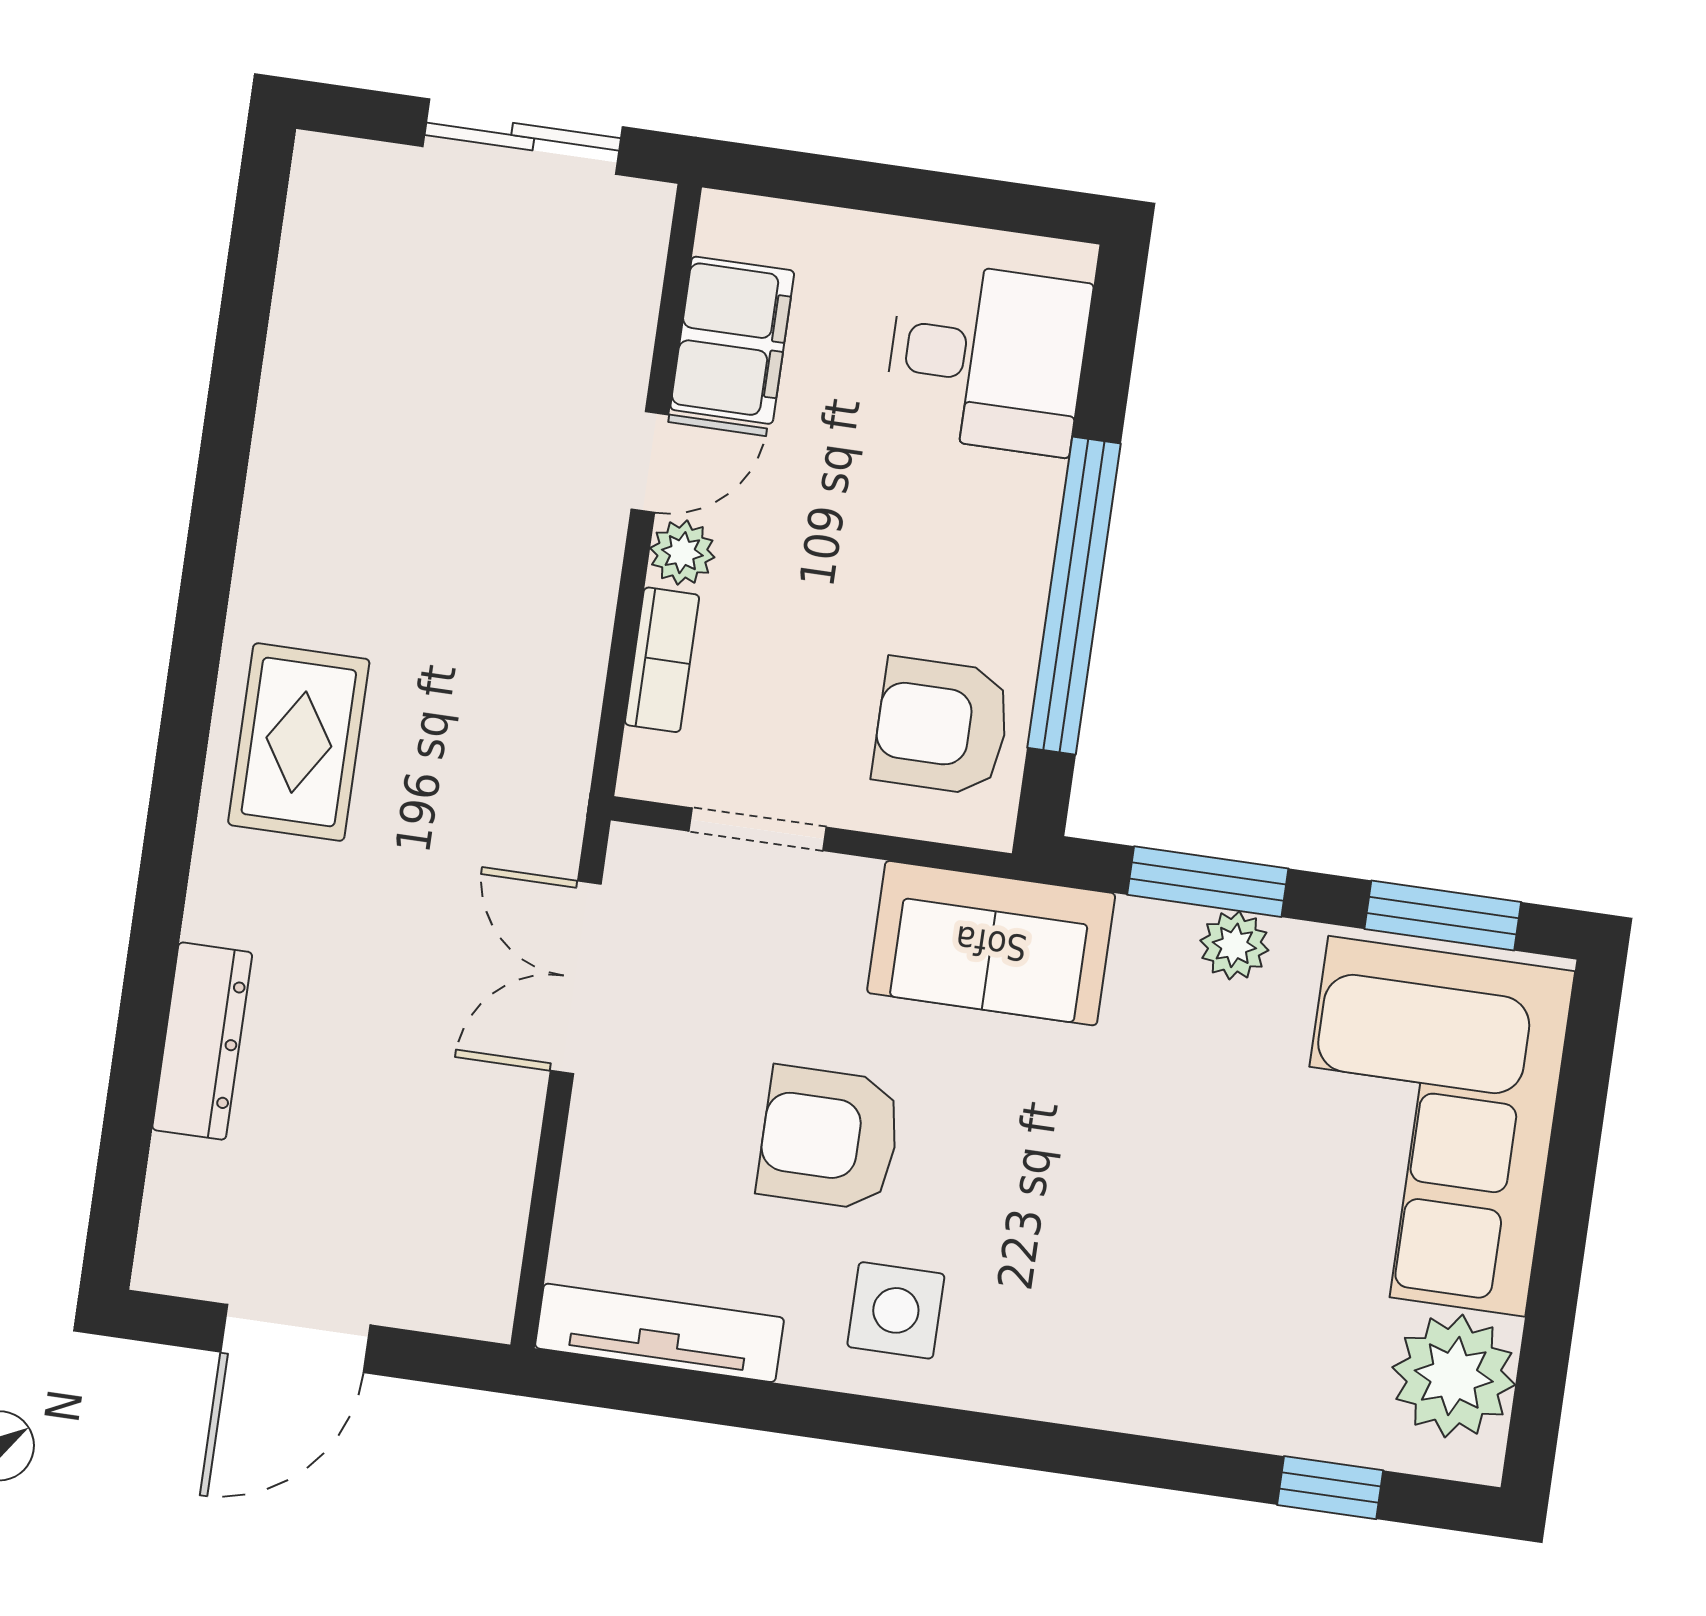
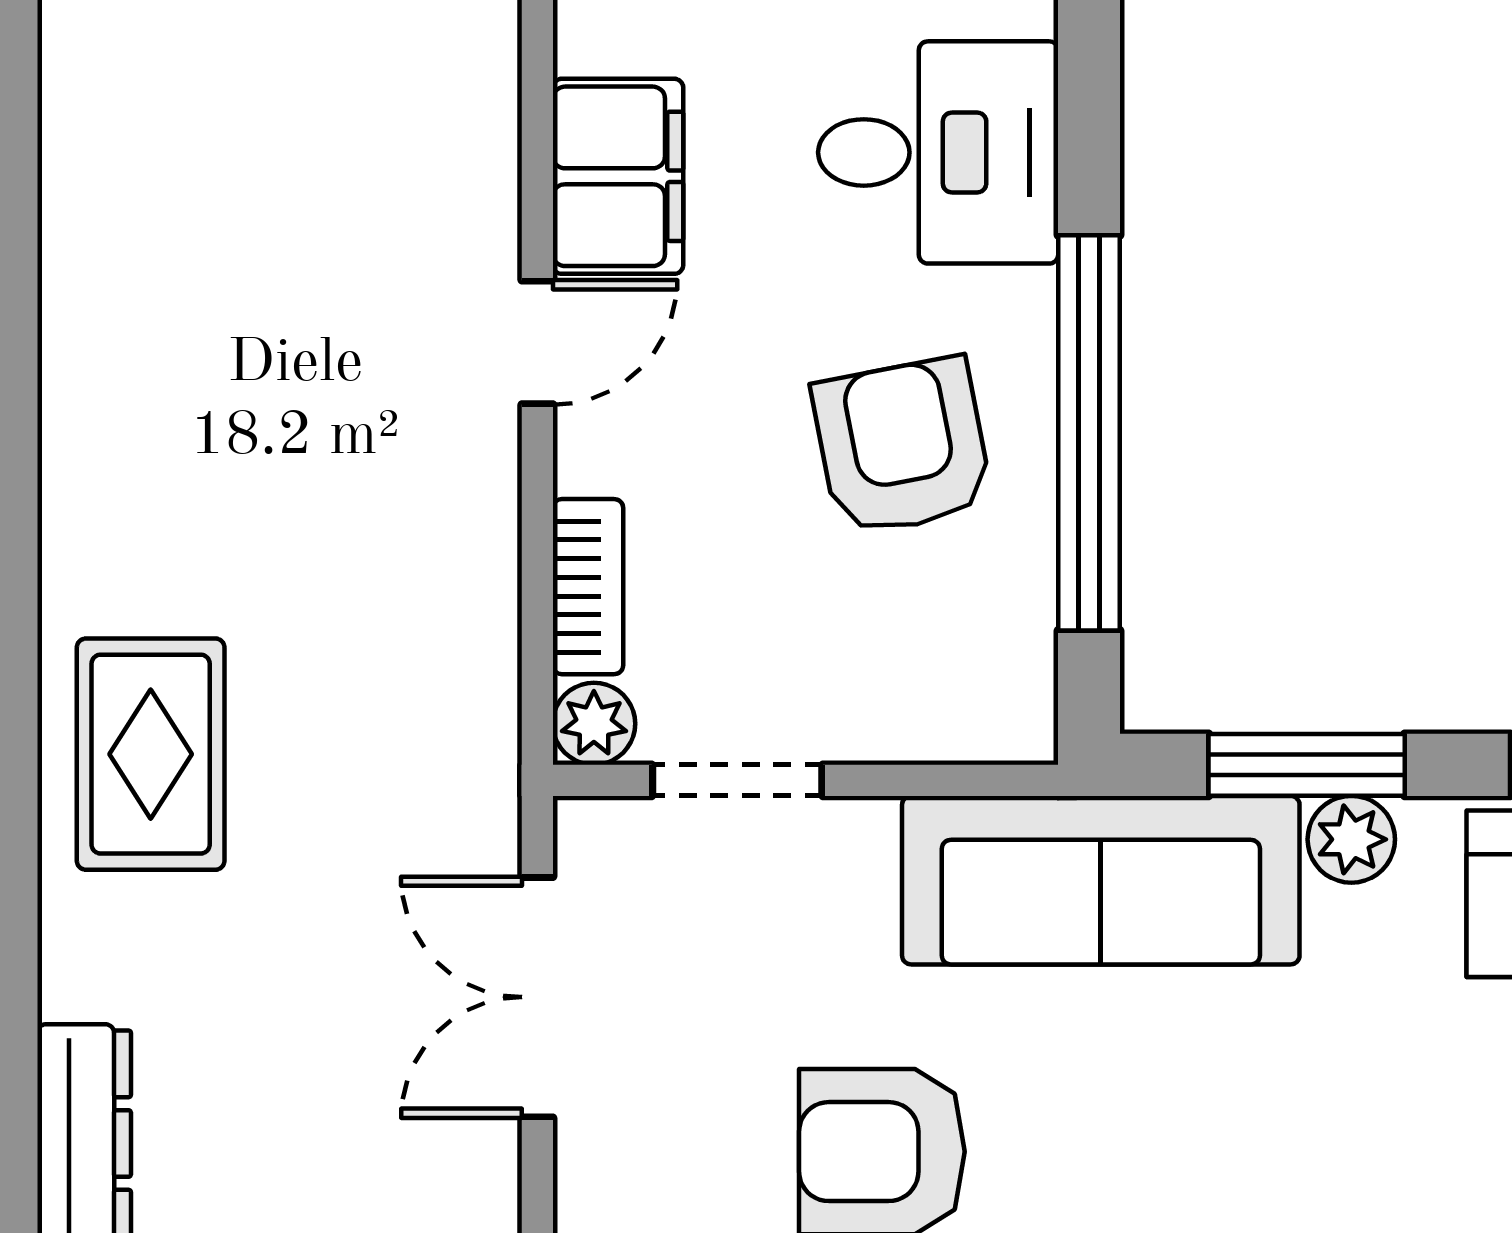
plant: (682, 553) -> (594, 724), moved
armchair: (942, 726) -> (902, 447), moved, turned 79
sofa: (991, 943) -> (1101, 880), width x1.36

